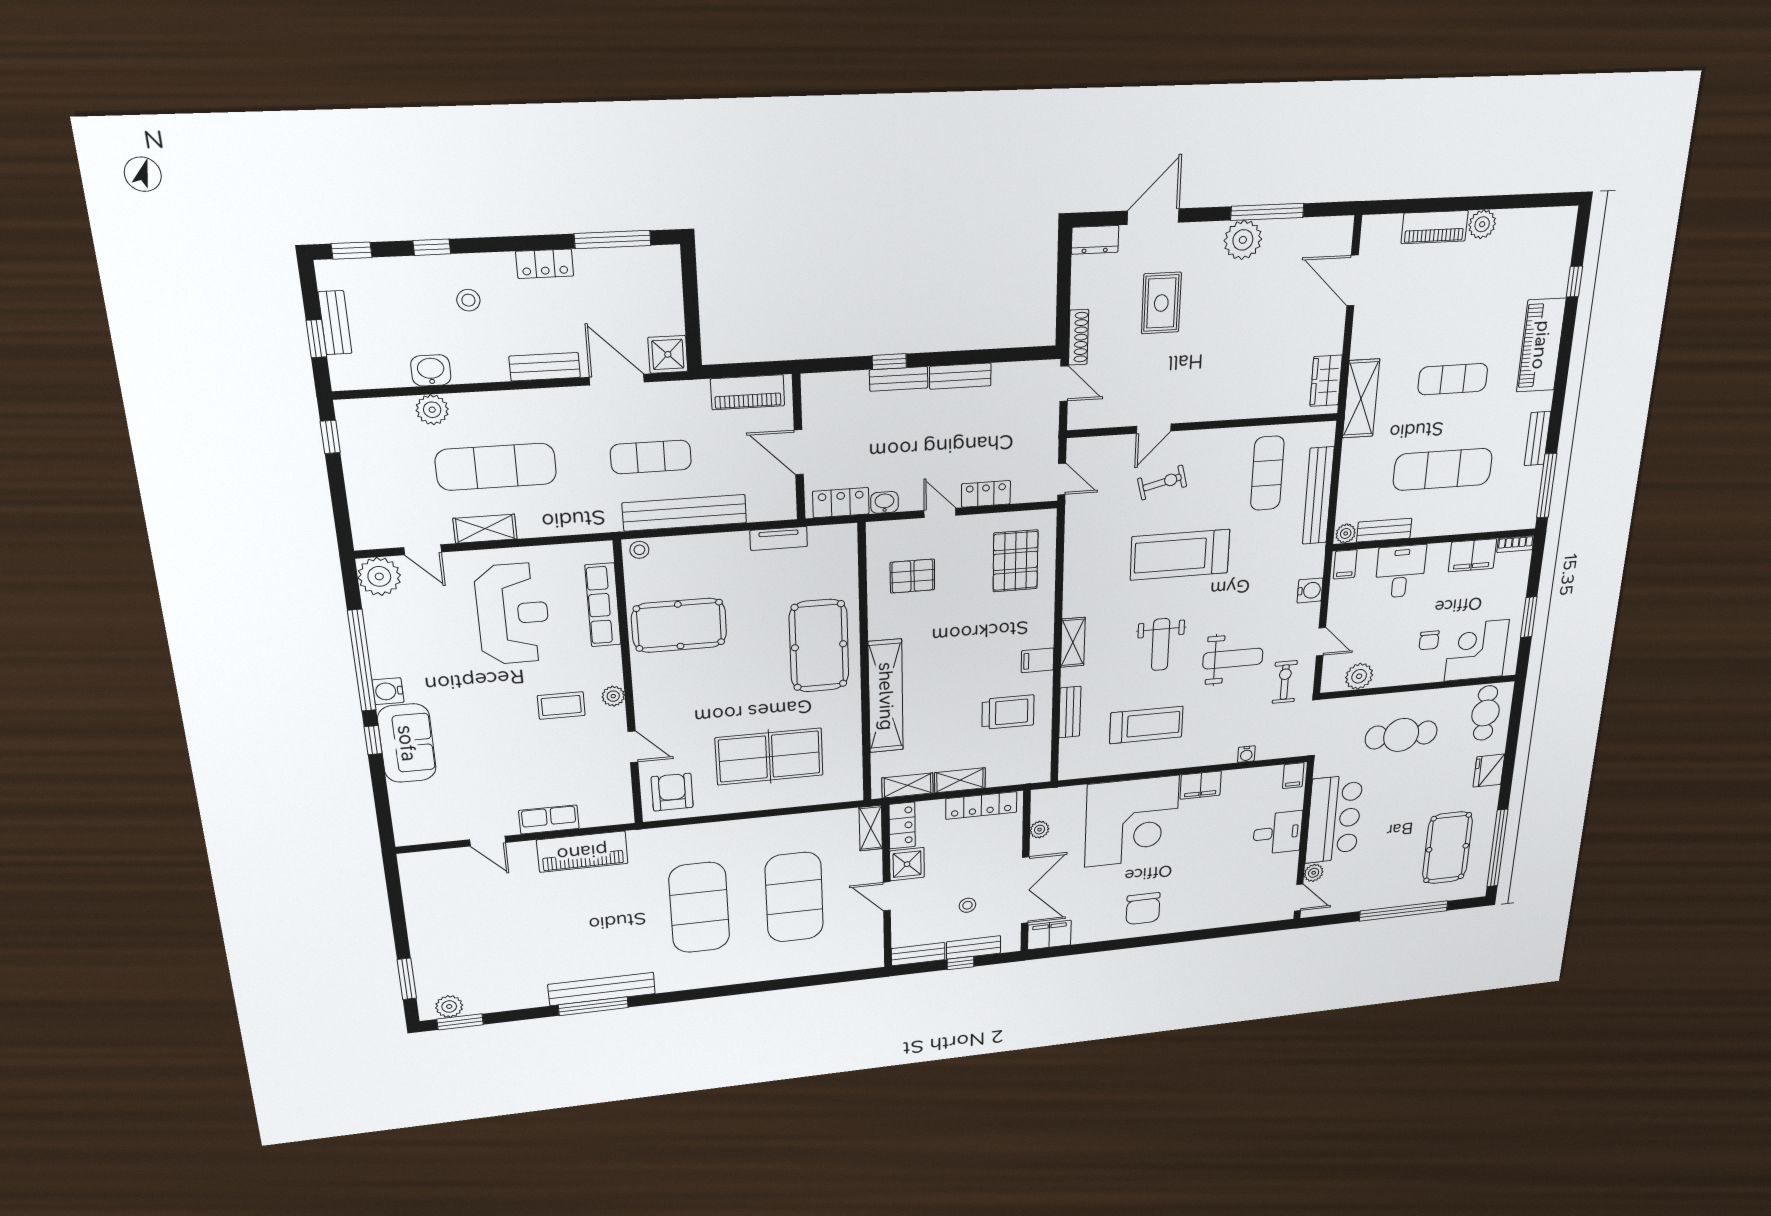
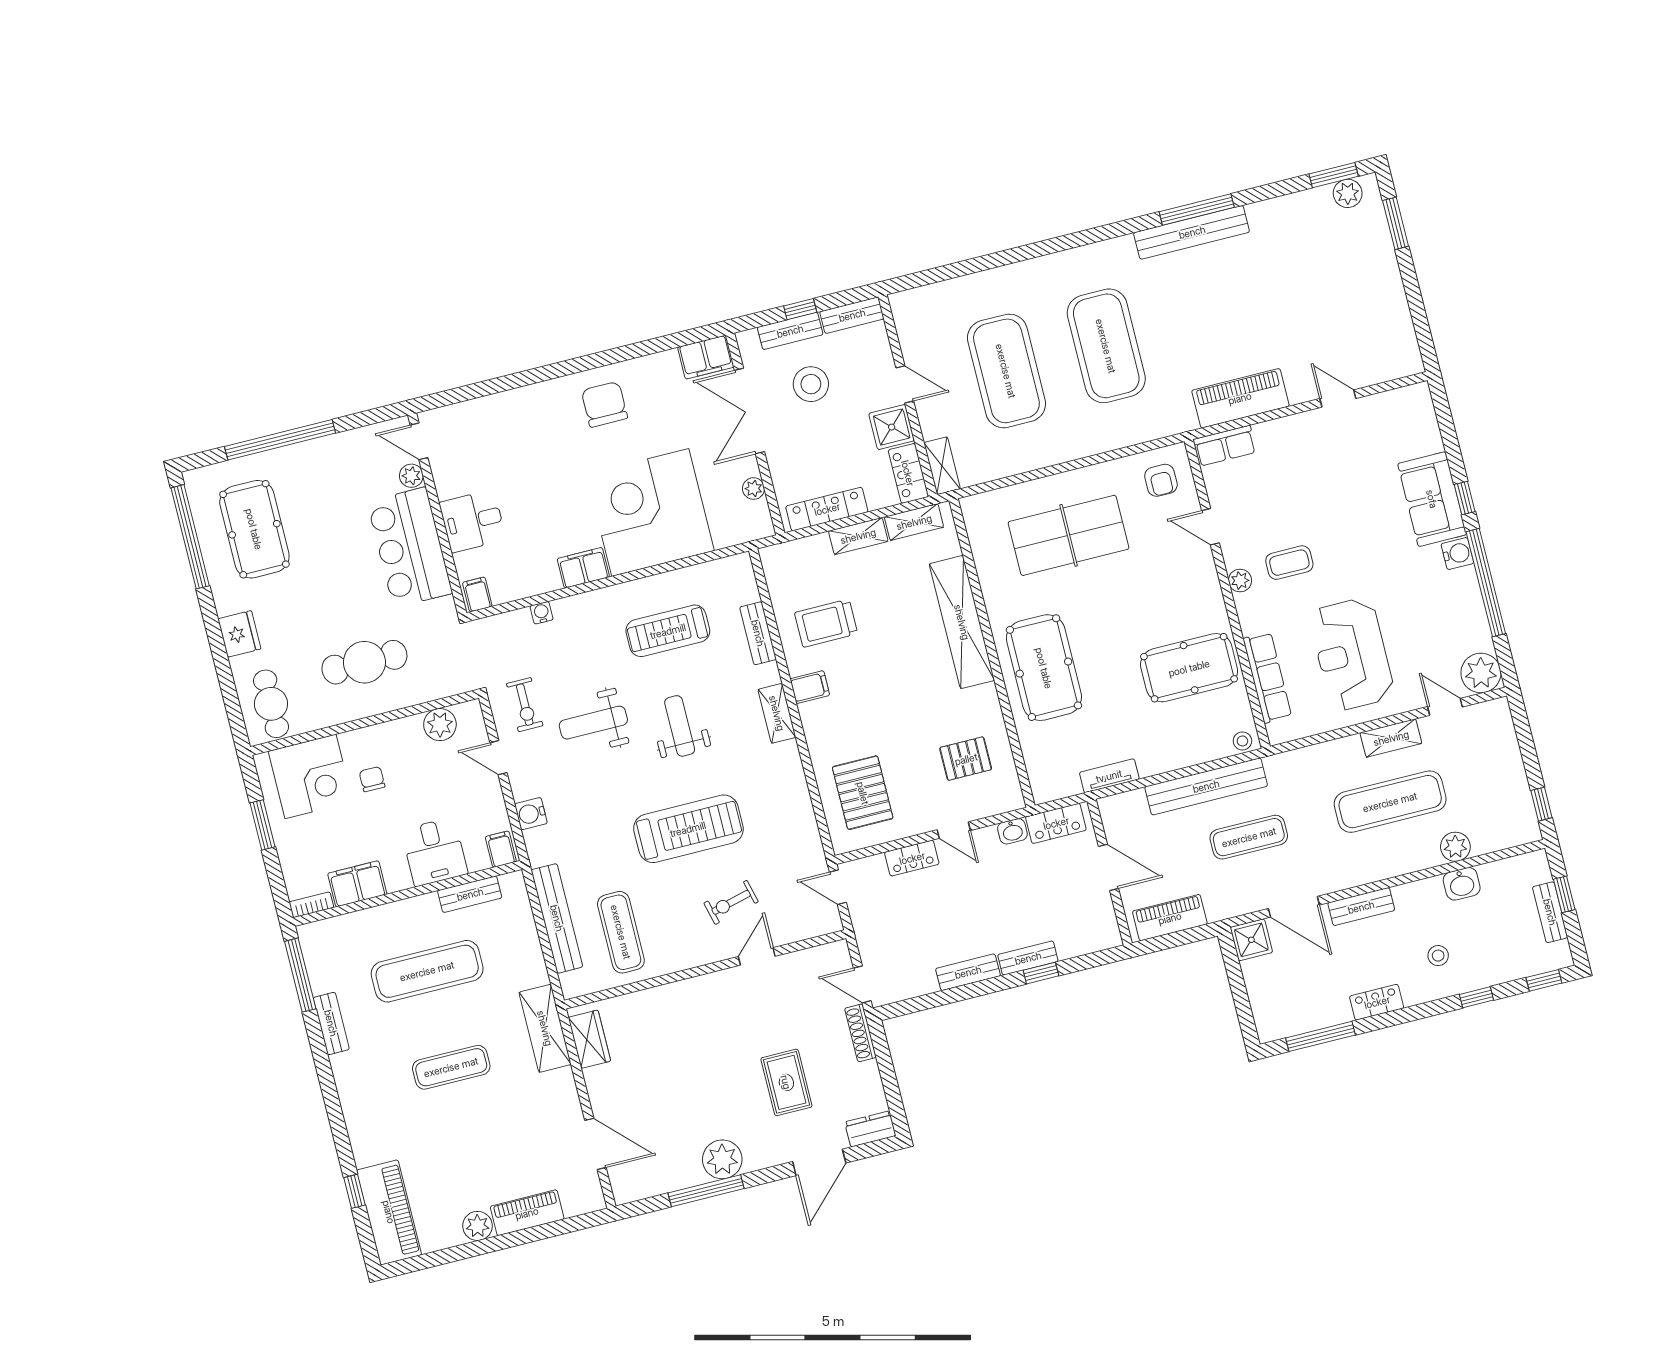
piano: (1541, 345) -> (389, 1212), moved
plant: (1346, 533) -> (512, 883), removed
armchair: (672, 792) -> (1161, 480), width x0.72, depth x0.72
row of seats: (549, 819) -> (1225, 446), moved
stool: (967, 905) -> (811, 384), width x1.89, depth x1.89

